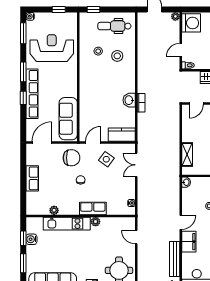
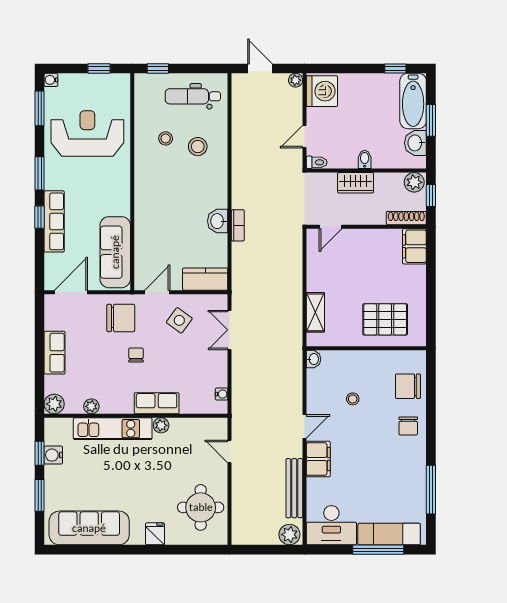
row of seats: (32, 94) -> (54, 221), width x0.73
plant: (32, 209) -> (54, 404), added

